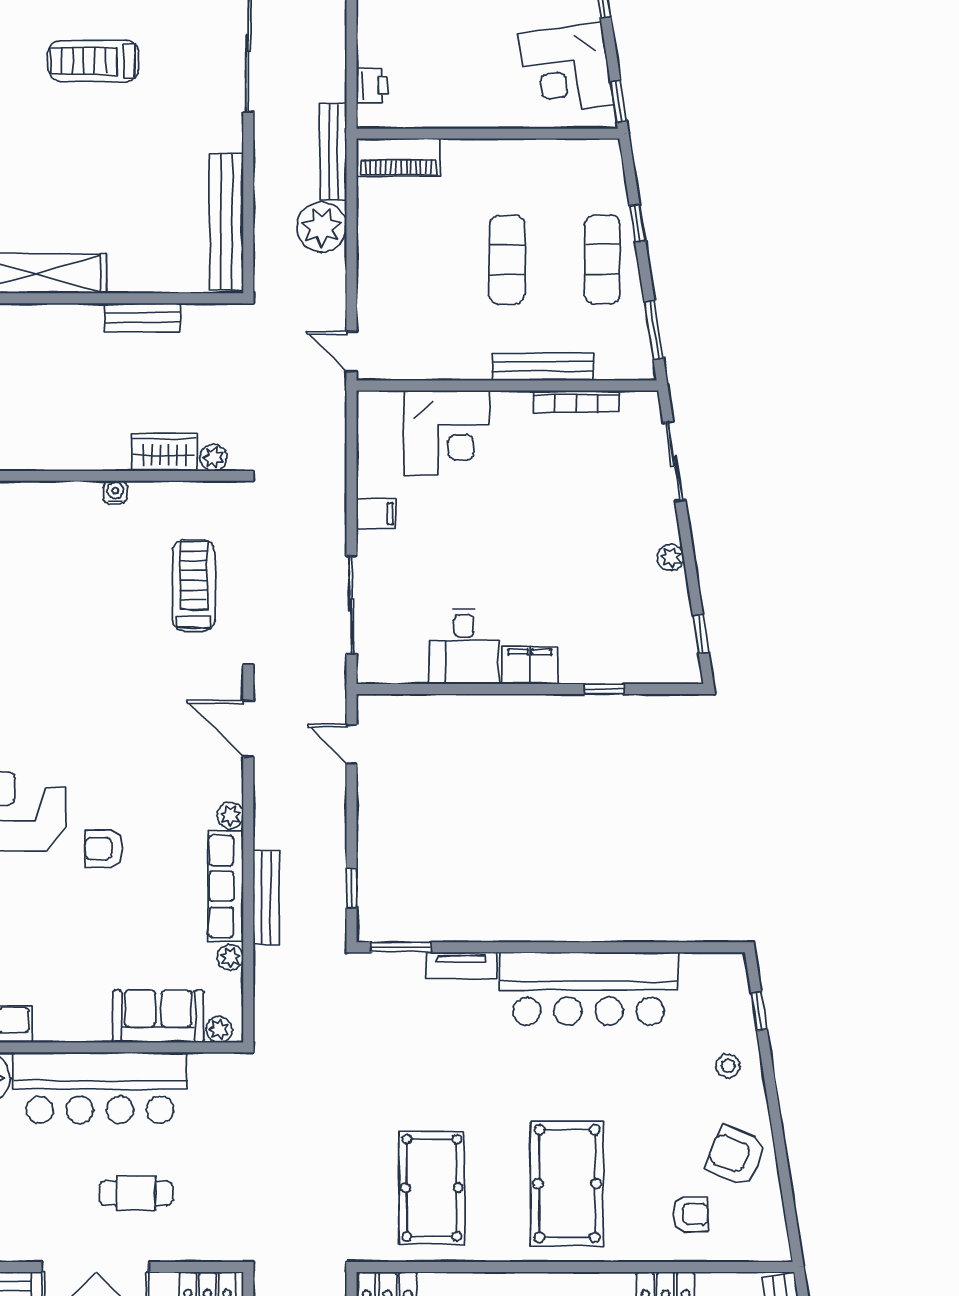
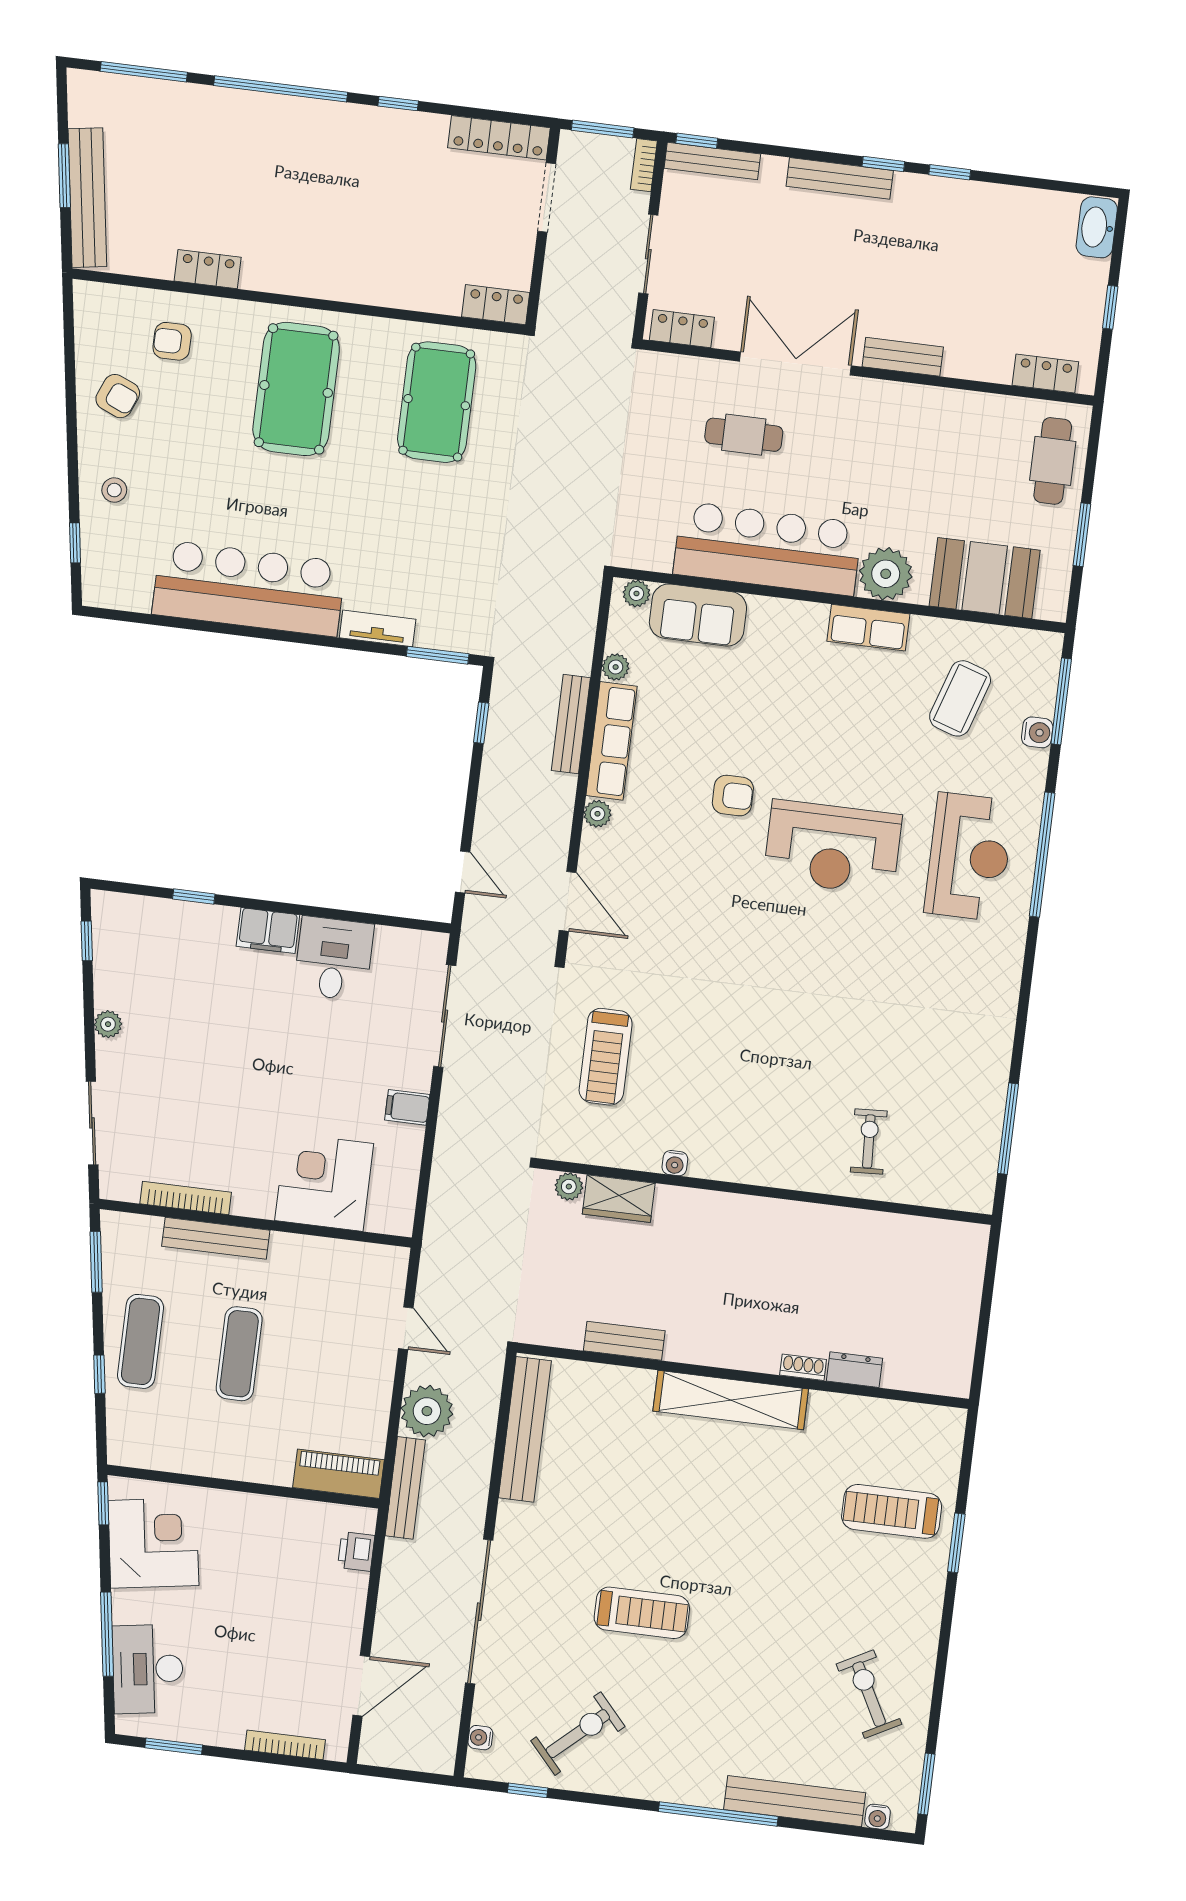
door: (352, 352) -> (406, 1328), moved
armchair: (736, 1156) -> (118, 396), width x0.72, depth x0.72

